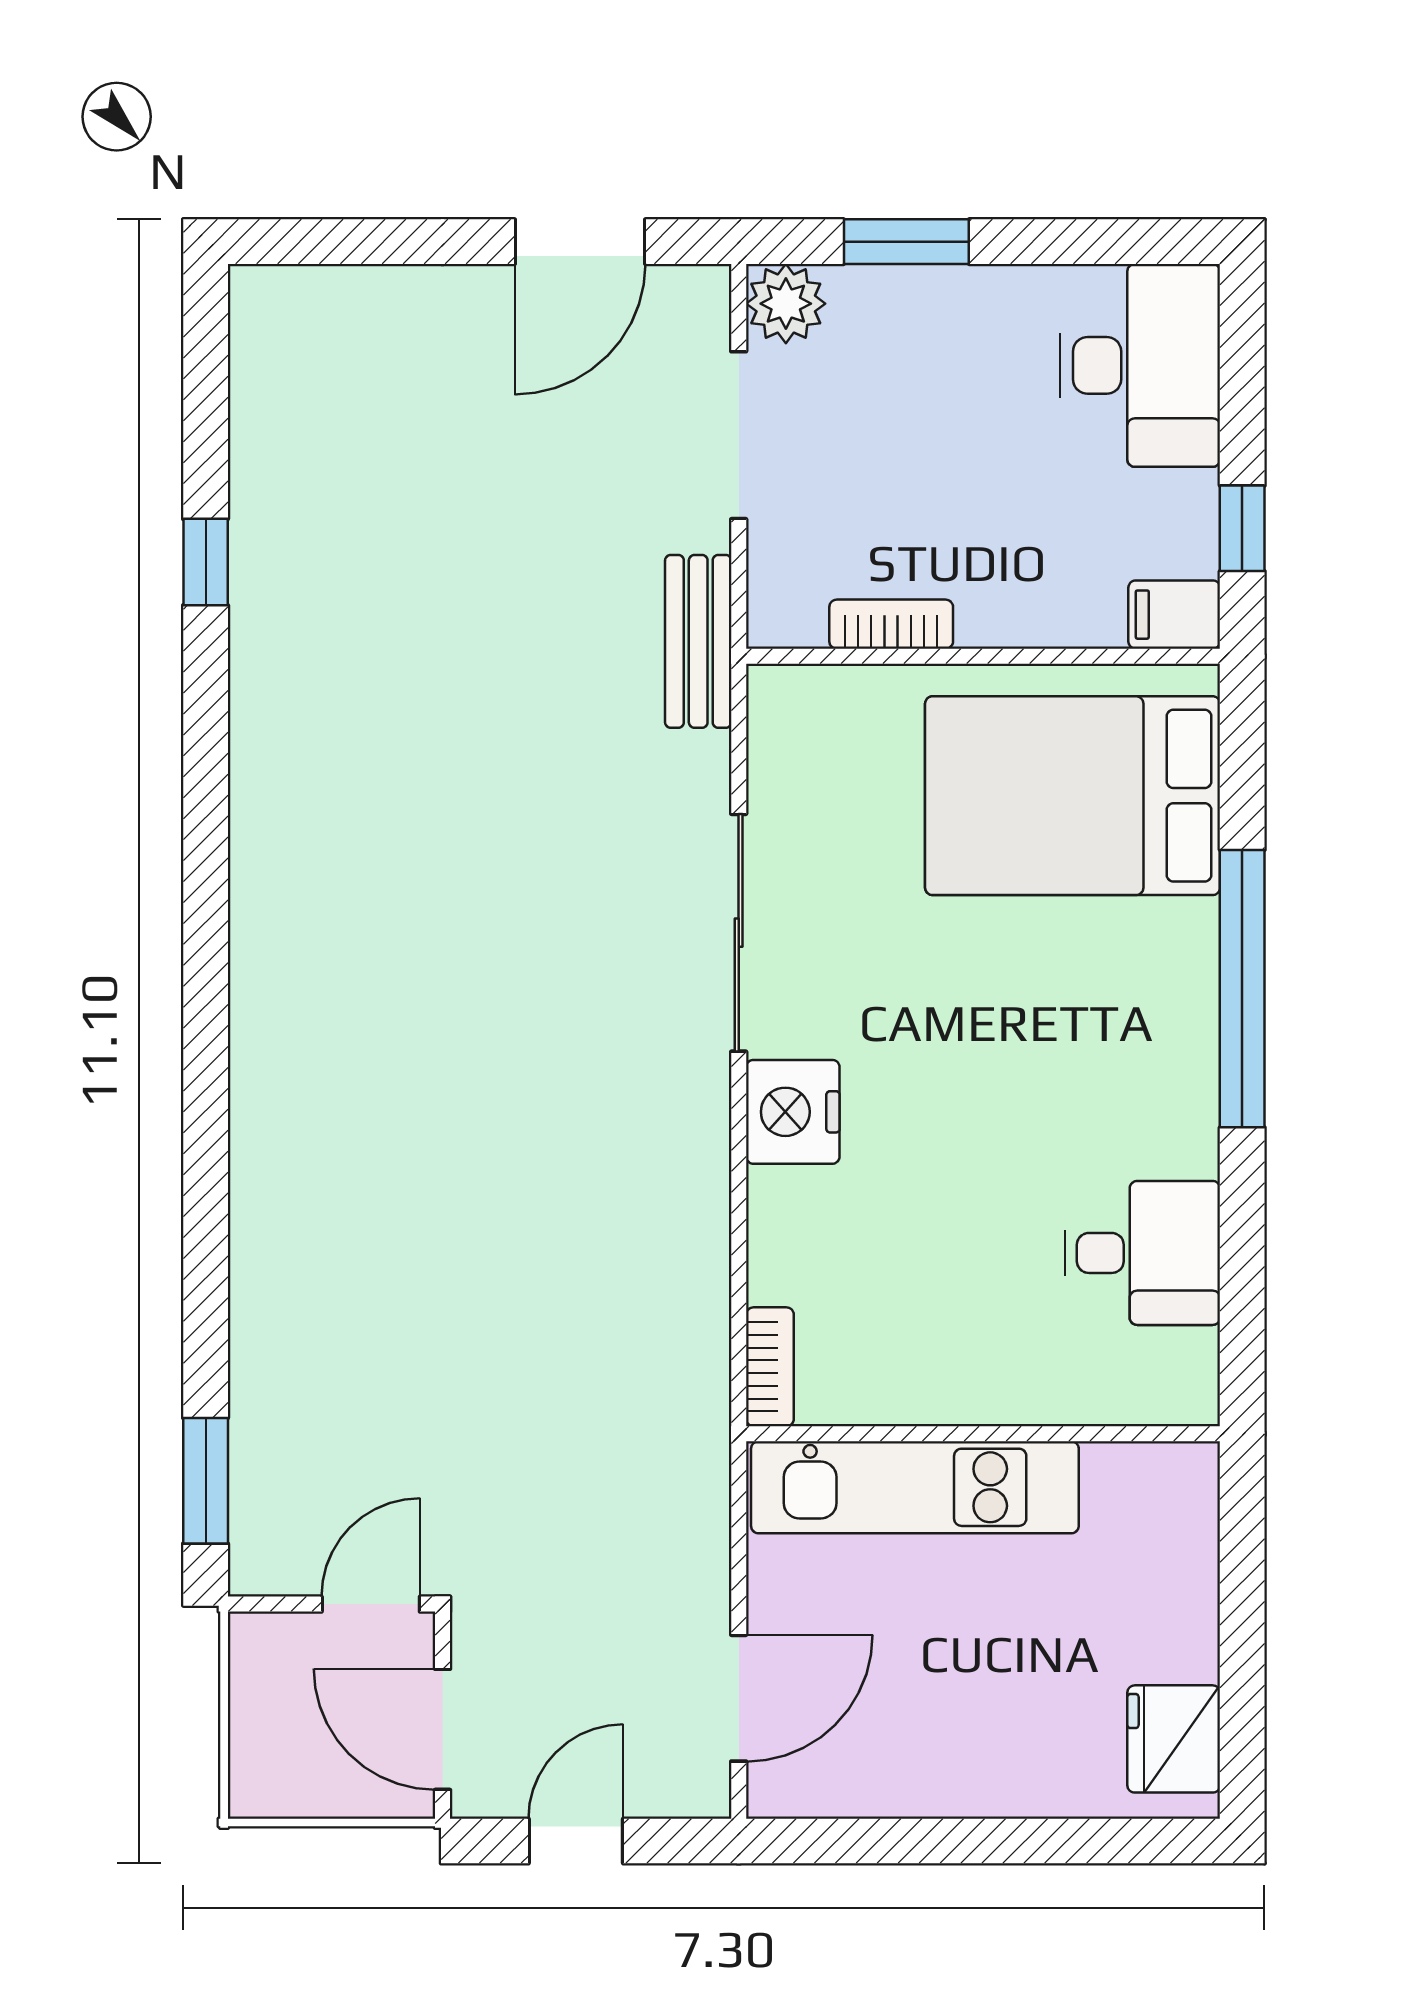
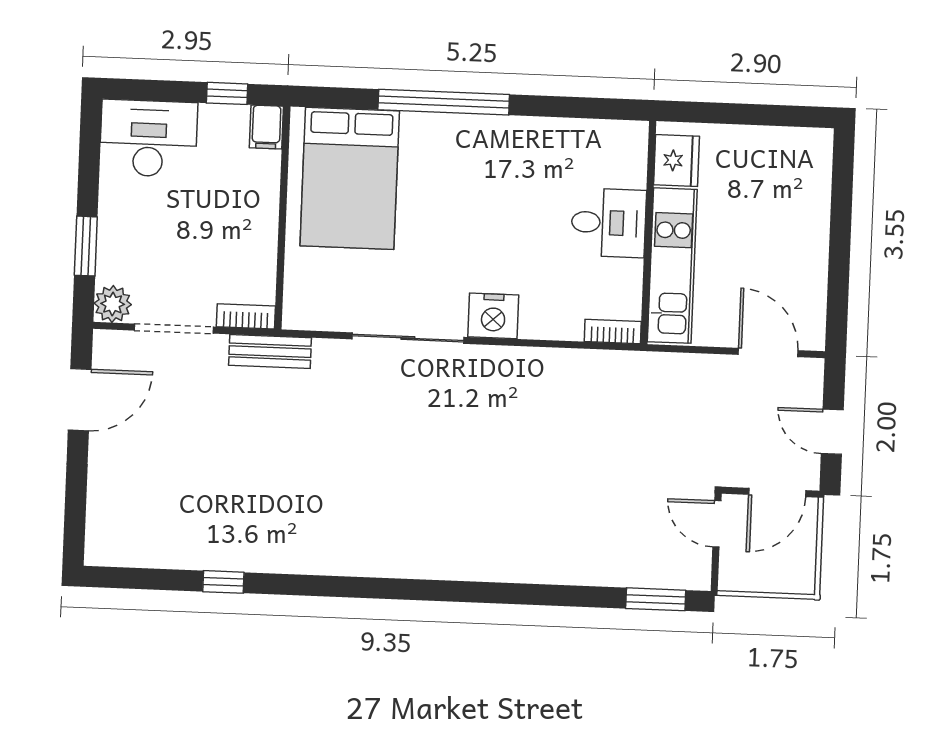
door: (580, 242) -> (80, 400), hinge flipped
bookcase: (891, 624) -> (246, 316), moved, turned 90
desk: (1142, 1253) -> (609, 223), moved, turned 90
fridge: (1174, 1739) -> (676, 160), moved, turned -90

